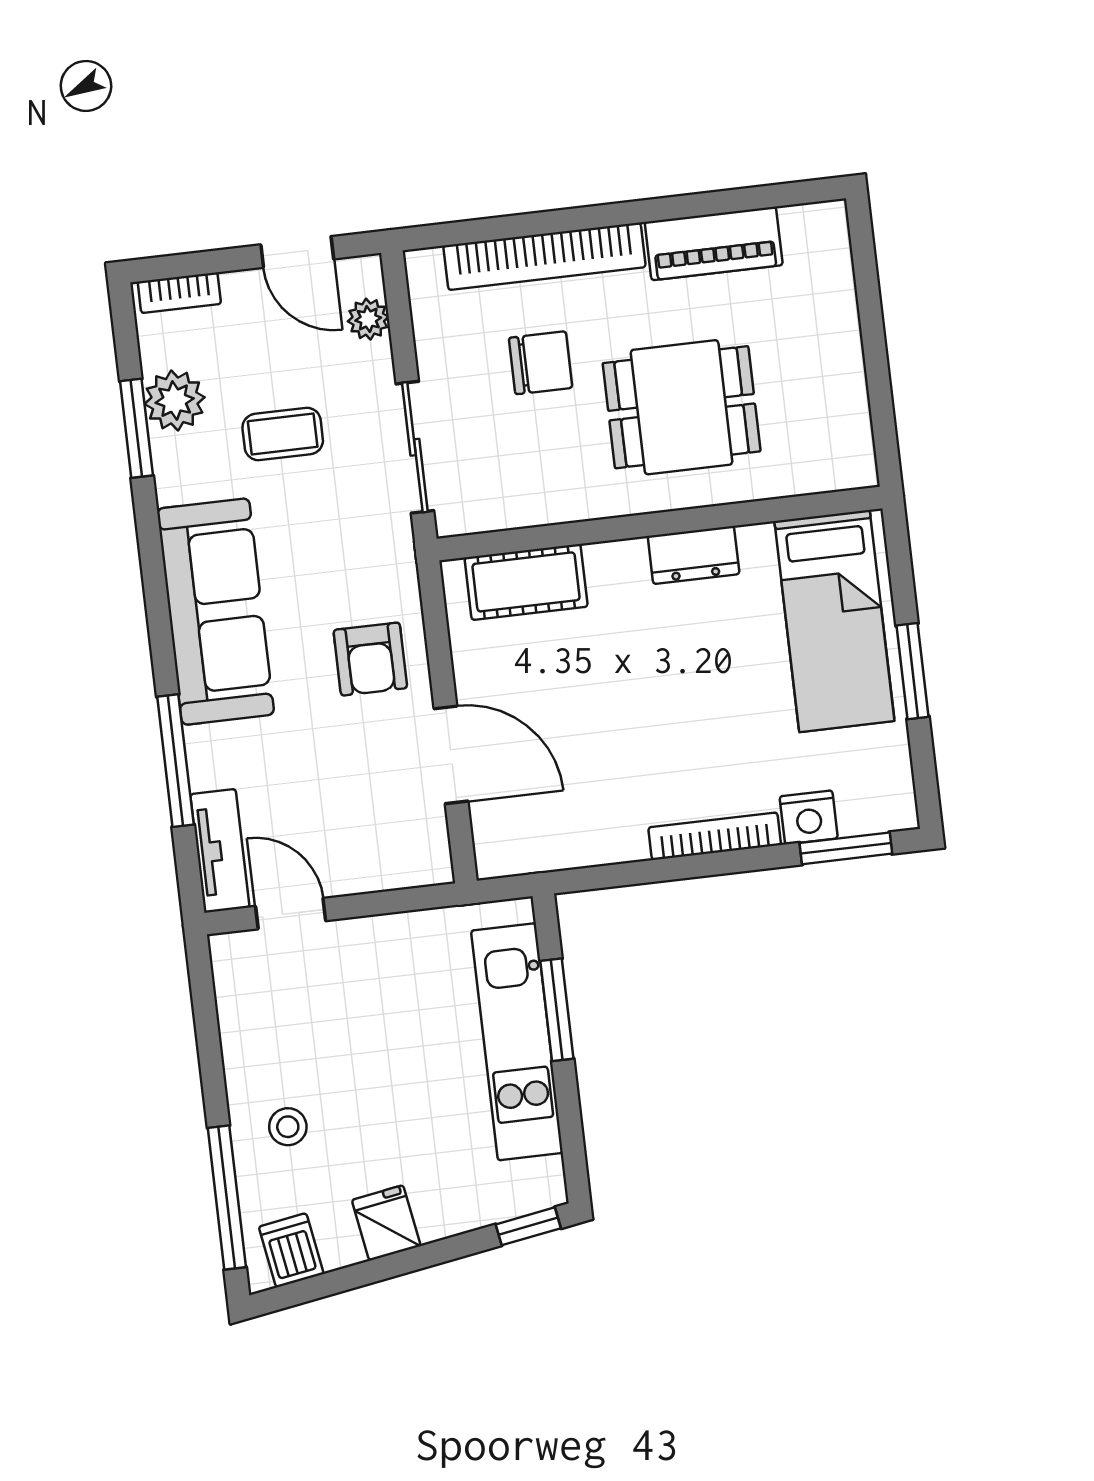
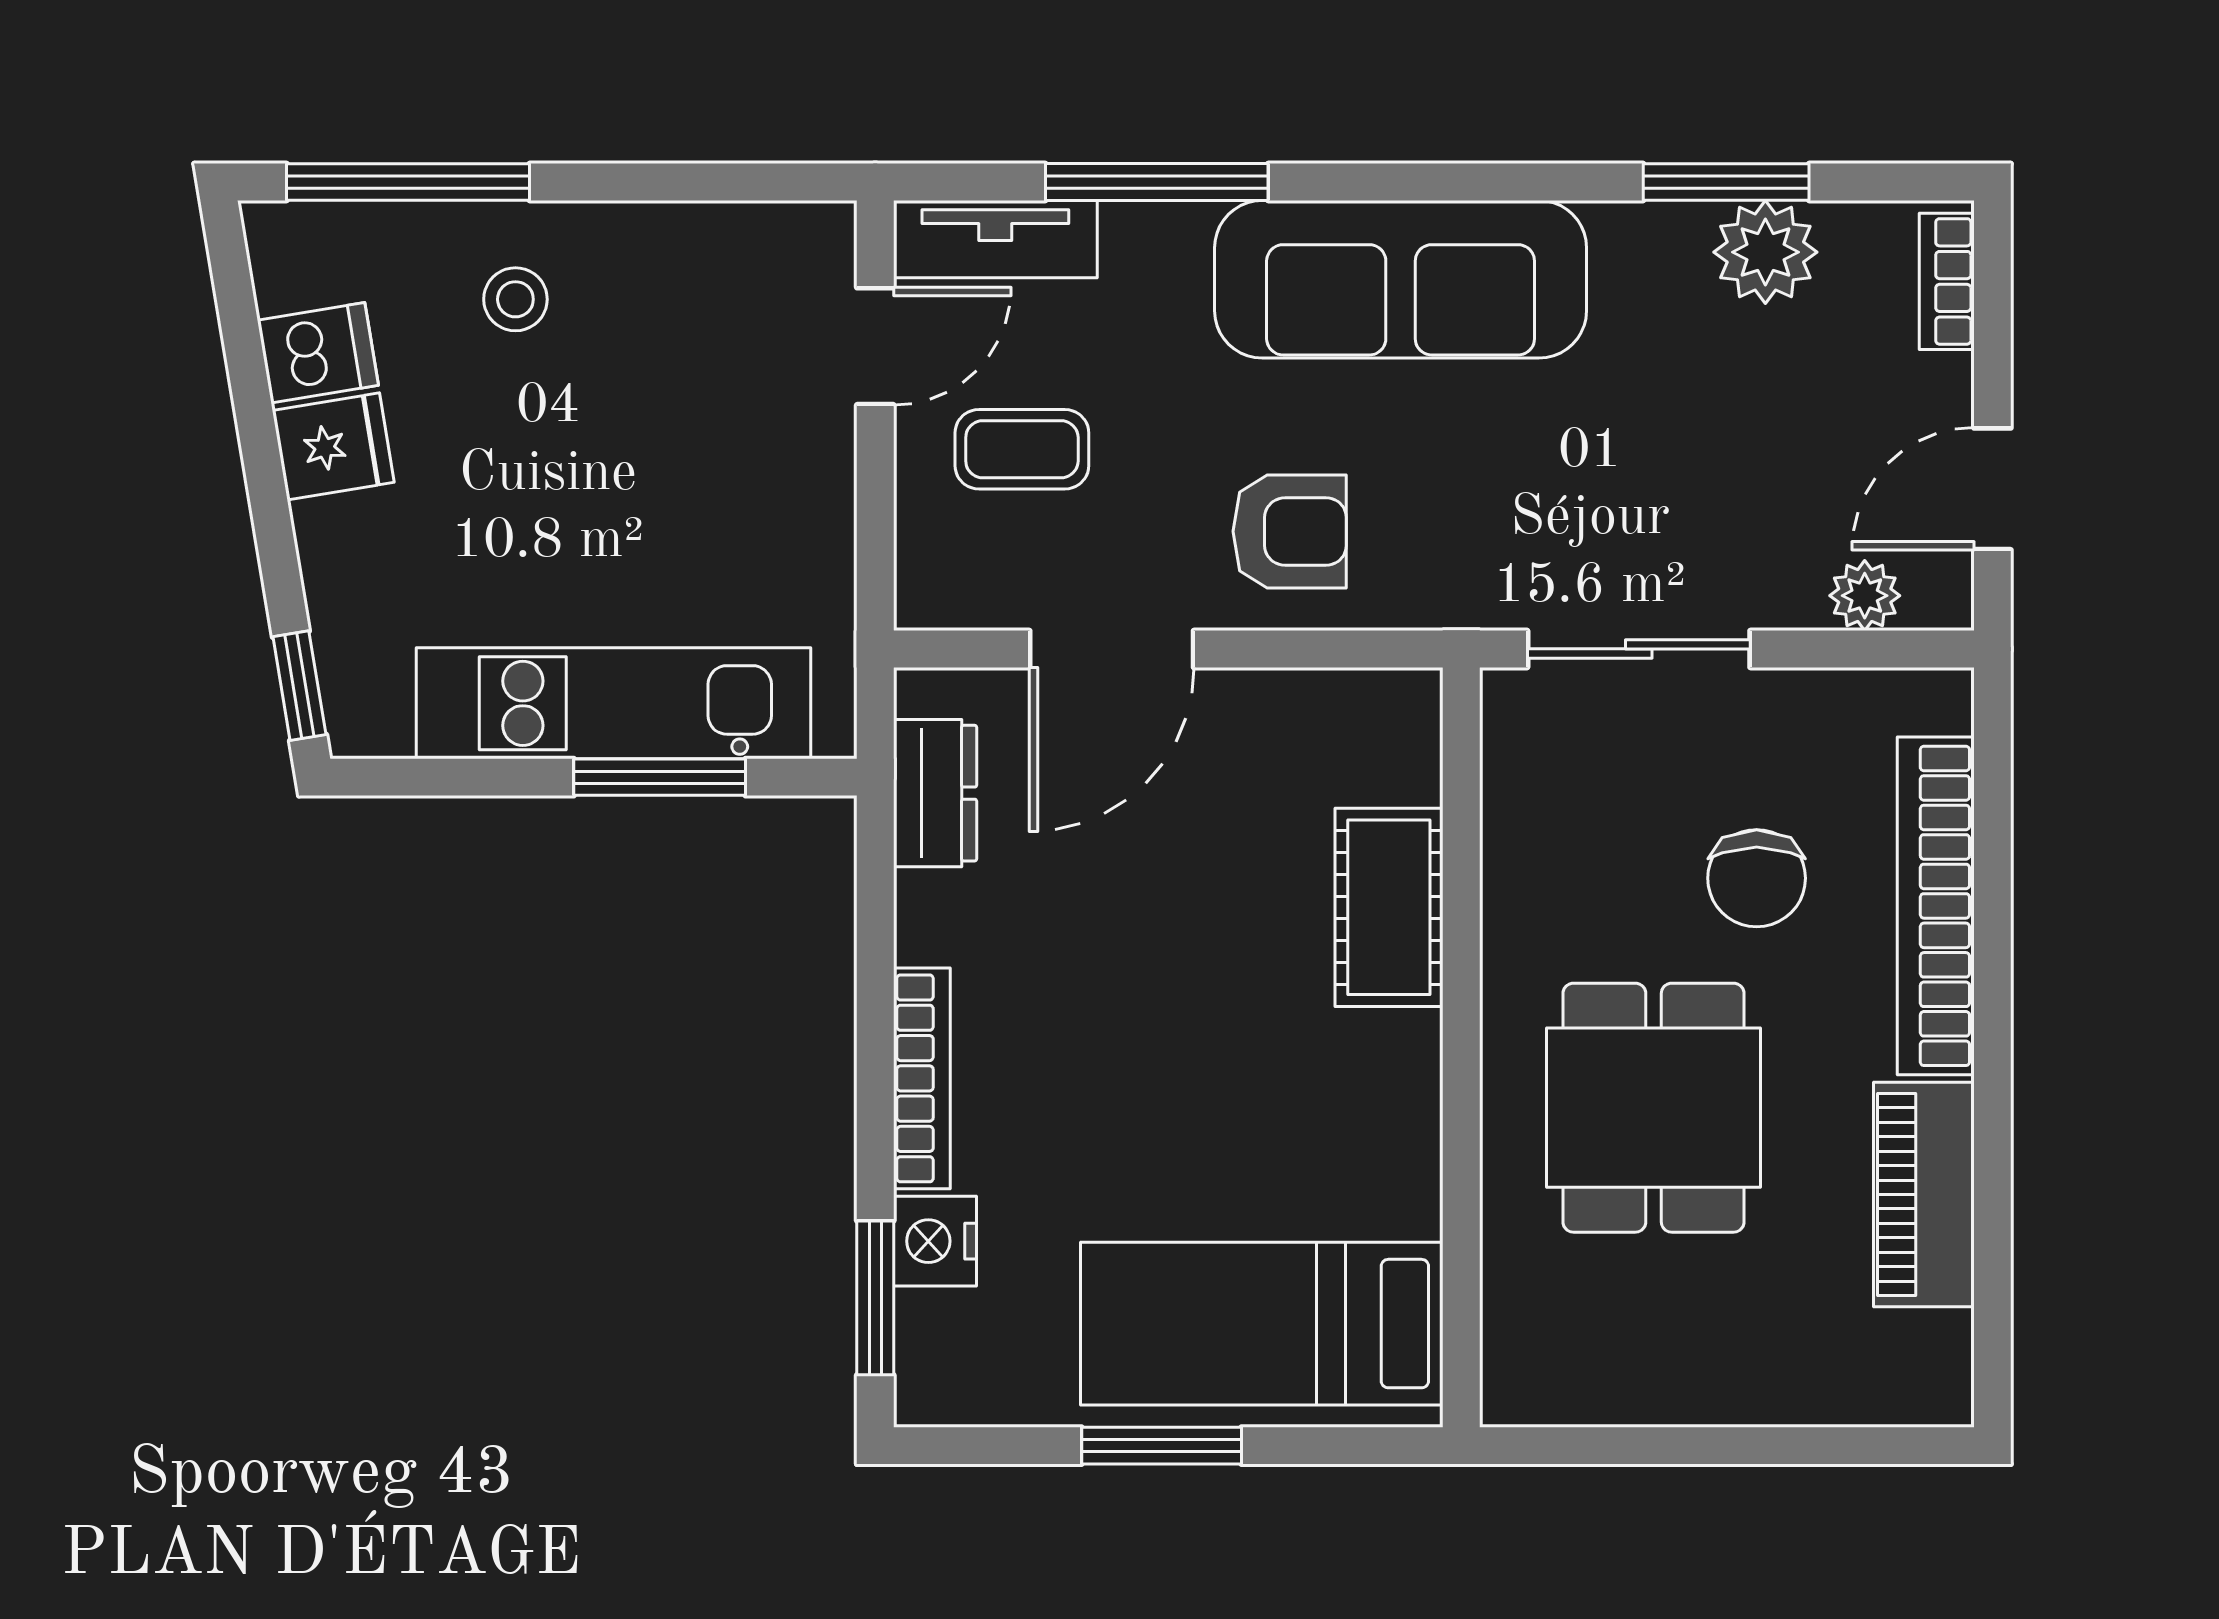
coffee table: (283, 434) -> (1022, 449), moved, turned 90
dresser: (694, 555) -> (935, 793), moved, turned 180
cot: (526, 582) -> (1389, 907), moved
armchair: (370, 659) -> (1290, 531), turned 180
dishwasher: (291, 1250) -> (318, 353), moved

